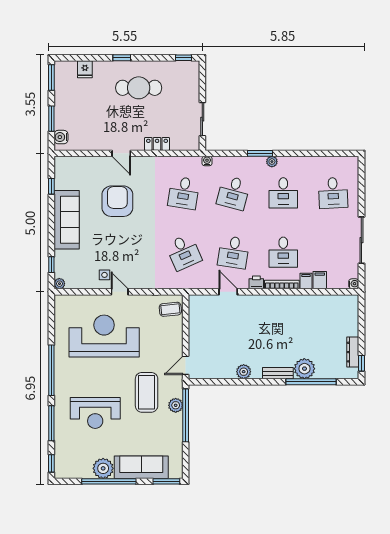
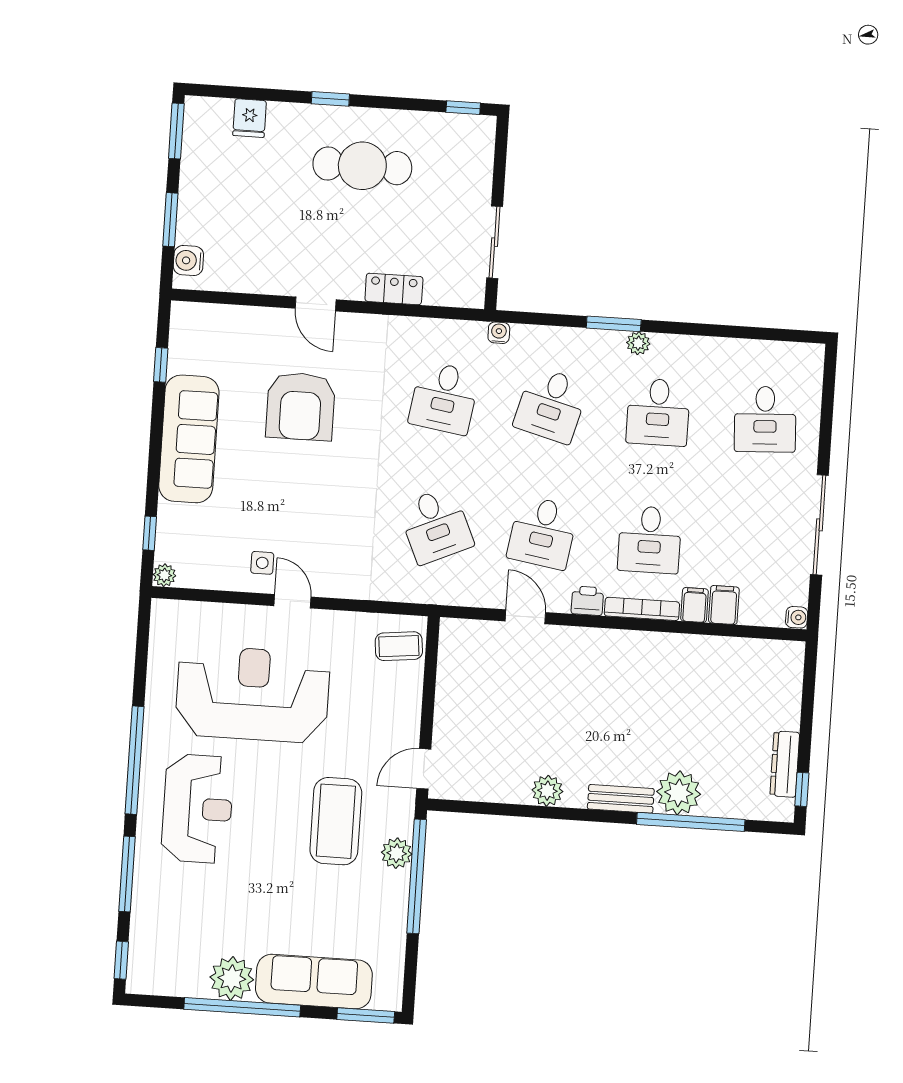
armchair: (117, 201) -> (301, 406), turned 180
reception desk: (95, 413) -> (197, 809), moved, turned -90

